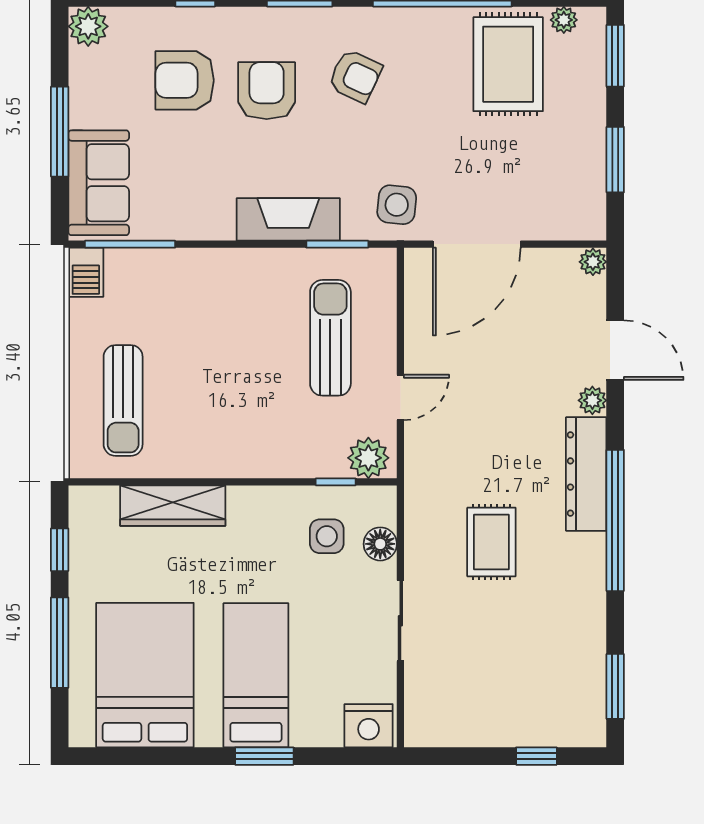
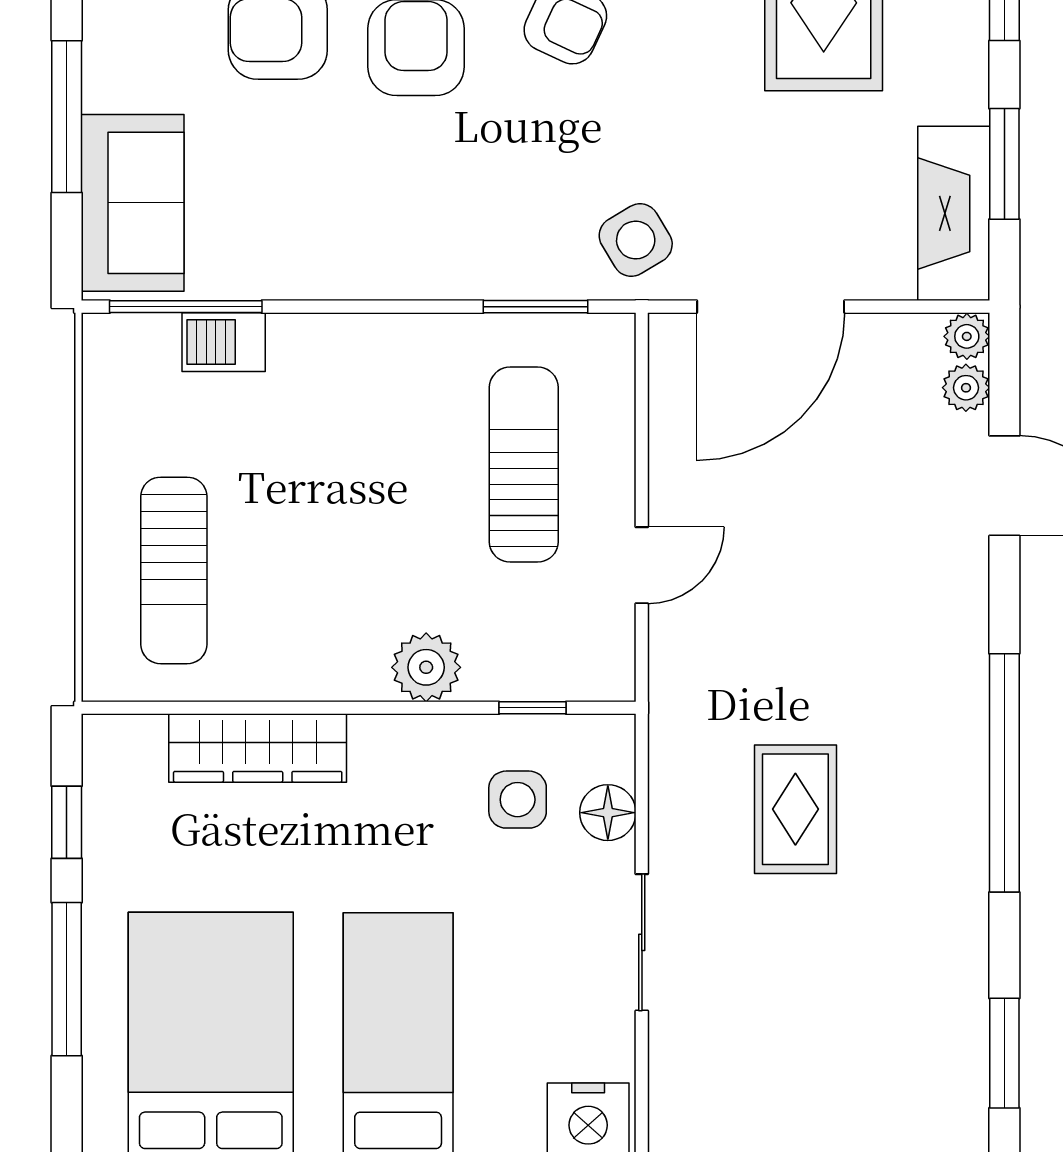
side table: (397, 205) -> (636, 240), turned -37
fireplace: (288, 219) -> (954, 213), moved, turned -90
barbecue: (86, 272) -> (224, 342), moved, turned 90
plant: (592, 400) -> (966, 388), moved
plant: (368, 458) -> (426, 667), moved
dresser: (586, 474) -> (956, 695), removed

